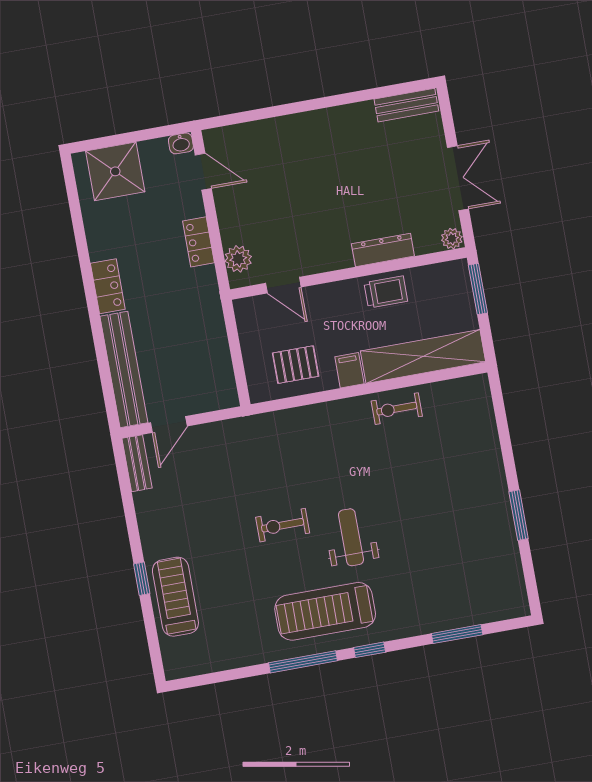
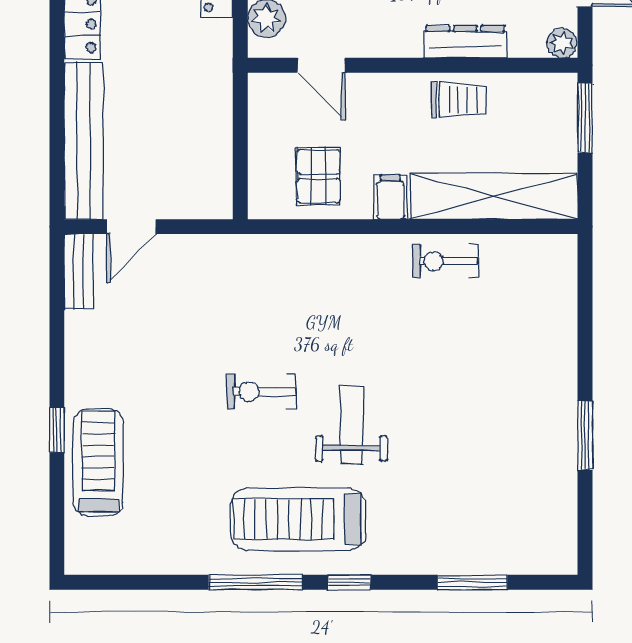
pallet: (296, 365) -> (318, 176), turned 90

